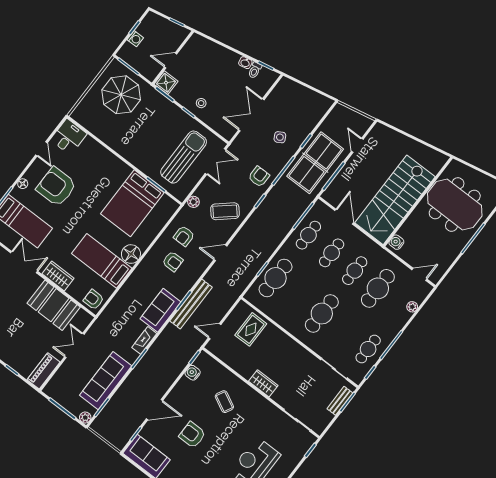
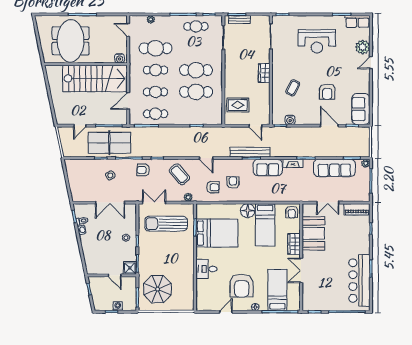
desk: (69, 137) -> (206, 269), moved
cafe table: (276, 278) -> (196, 92), moved

